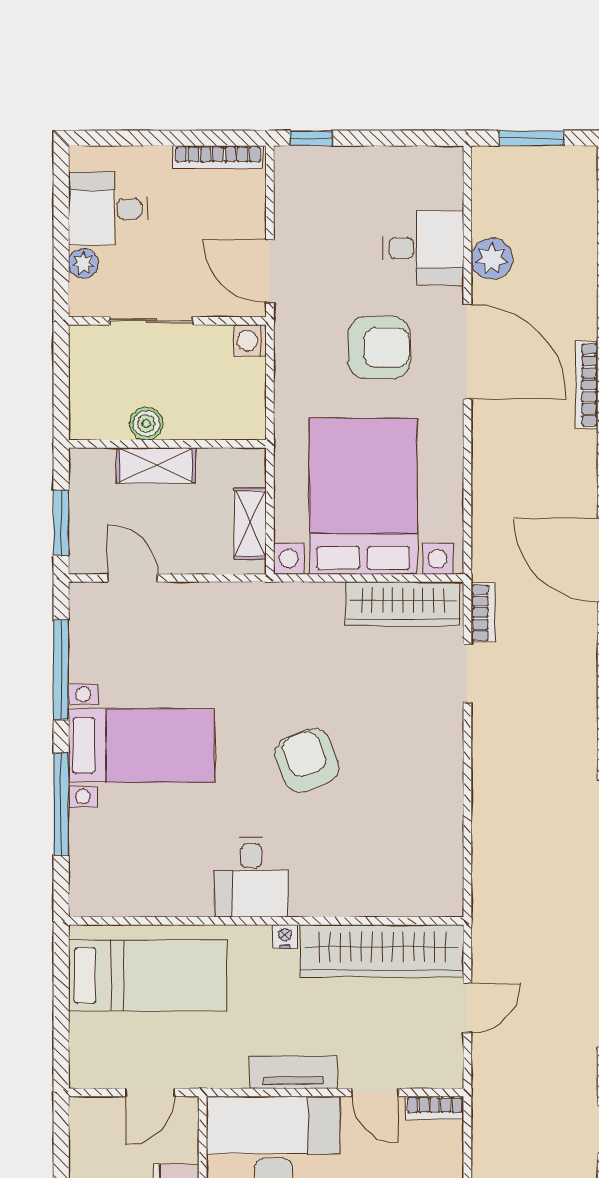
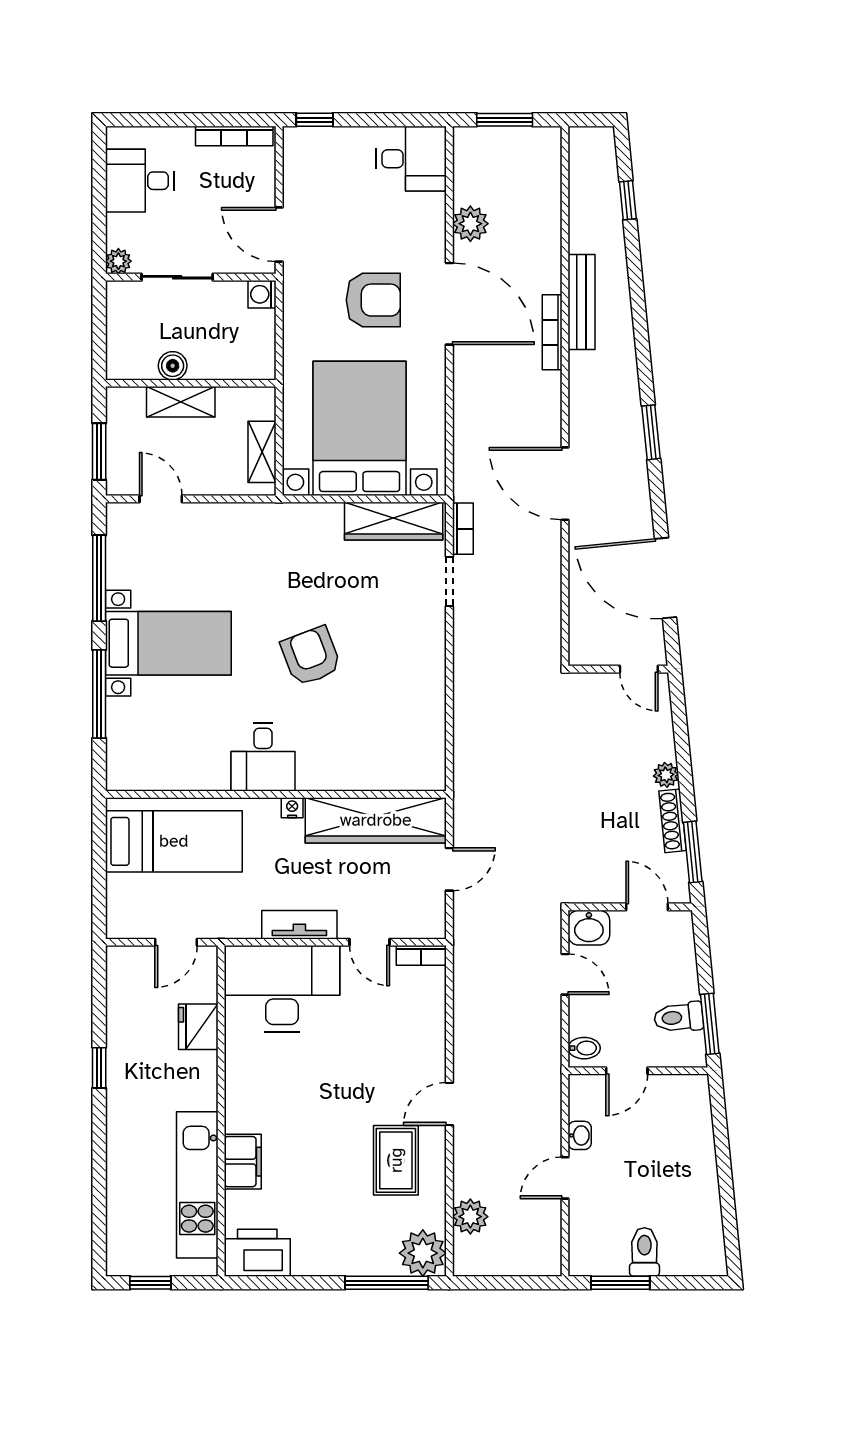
desk: (423, 248) -> (411, 159), moved
plant: (83, 263) -> (118, 261), moved

